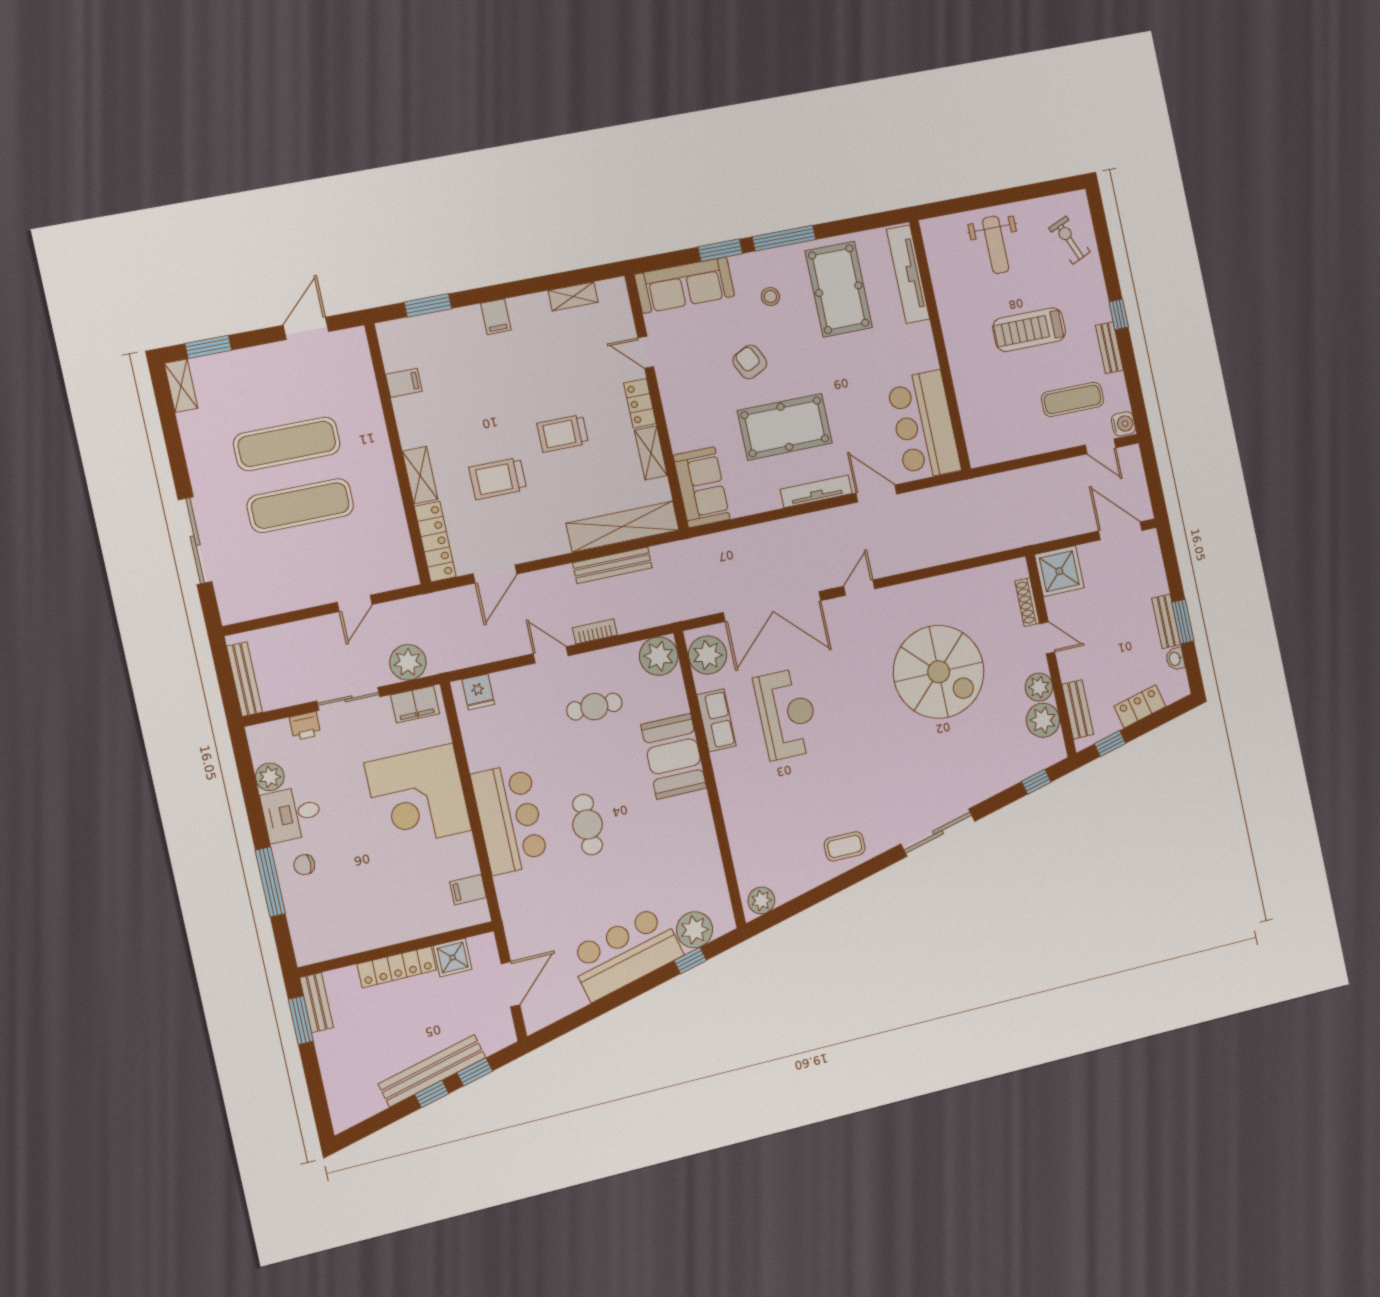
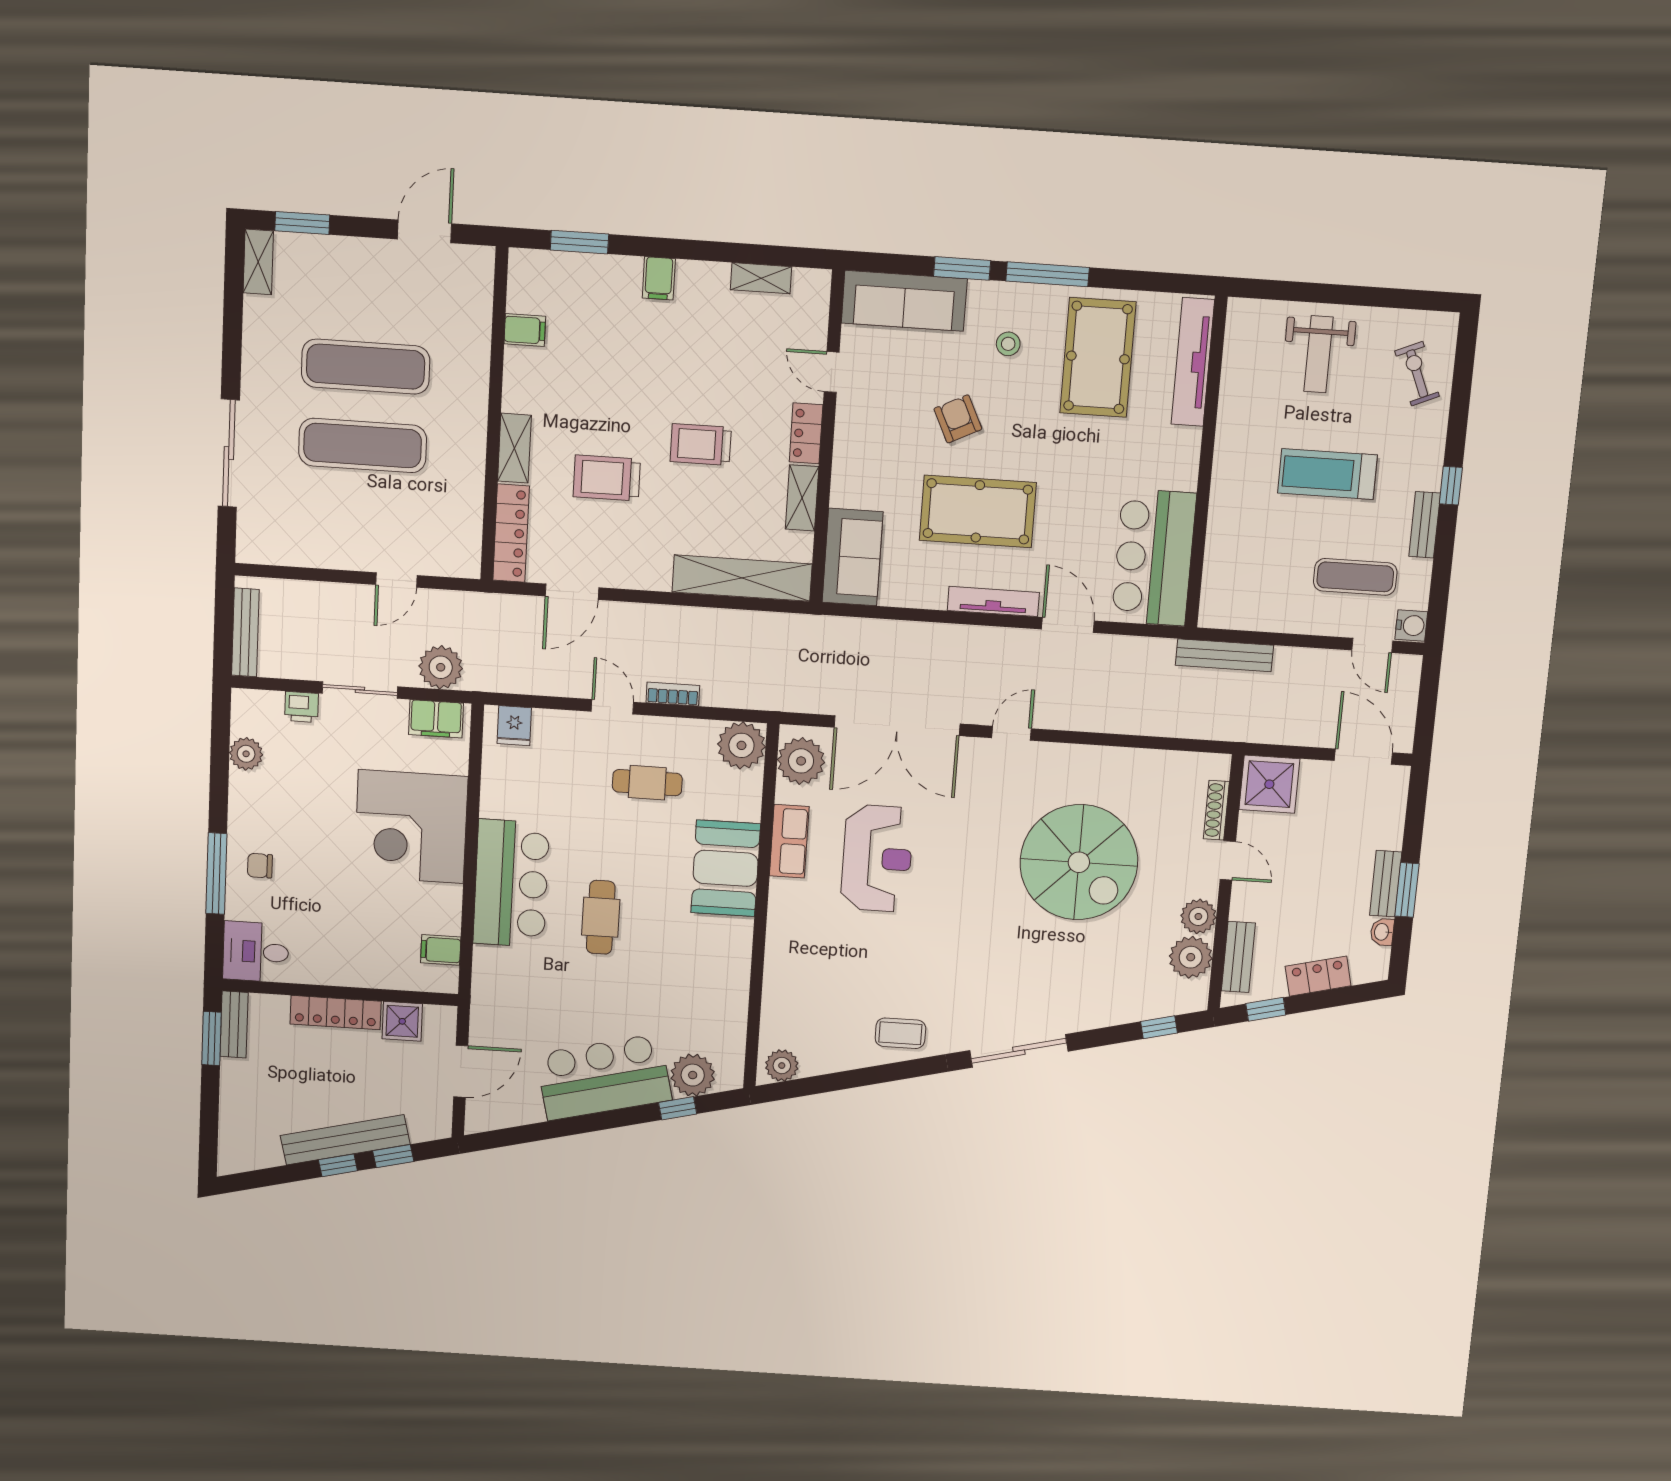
bench: (612, 565) -> (1224, 655), moved
desk: (292, 814) -> (256, 952), moved

